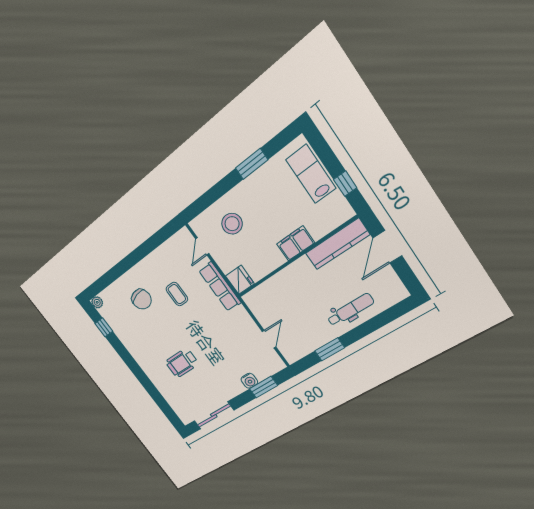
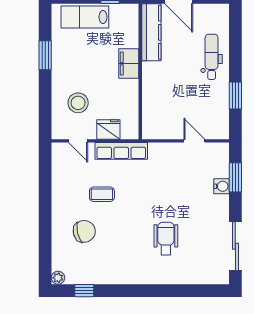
fridge: (240, 280) -> (108, 129), moved
wheelchair: (182, 363) -> (166, 239), turned 180

